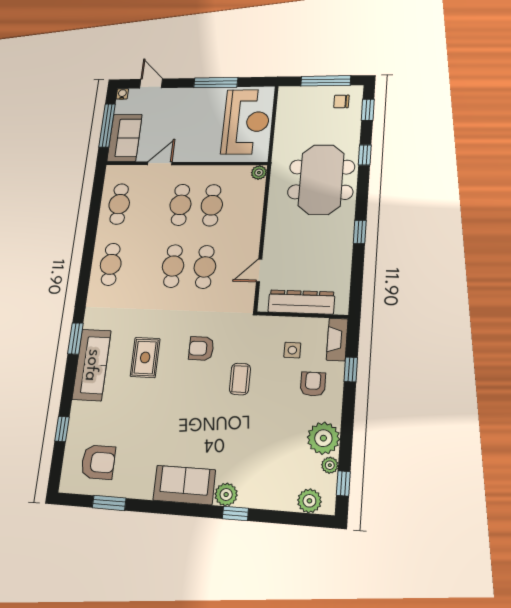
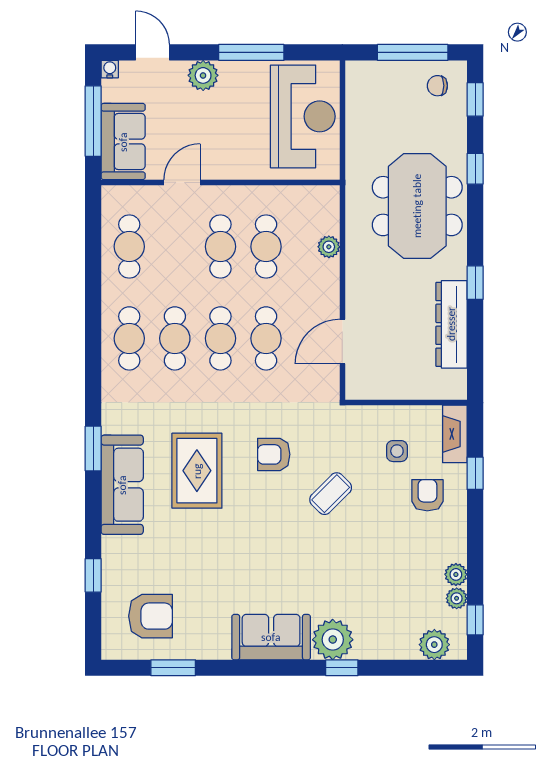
plant: (182, 97) -> (203, 75), added
plant: (259, 173) -> (329, 247), moved
cafe table: (142, 265) -> (175, 338), added
door: (259, 271) -> (342, 342), width x1.38
dresser: (301, 302) -> (451, 324), moved, turned -90
rug: (145, 357) -> (197, 471), width x1.36, depth x1.43
coffee table: (240, 379) -> (331, 494), turned 45
plant: (323, 438) -> (456, 574), width x0.53, depth x0.53
plant: (226, 494) -> (333, 640), width x1.36, depth x1.36

